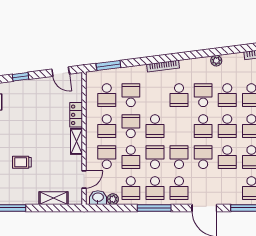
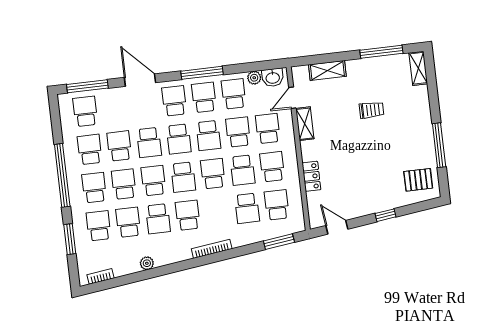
school desk: (179, 126) -> (183, 177), added
shelving: (77, 141) -> (305, 124), moved
school desk: (107, 157) -> (268, 129), turned 180

